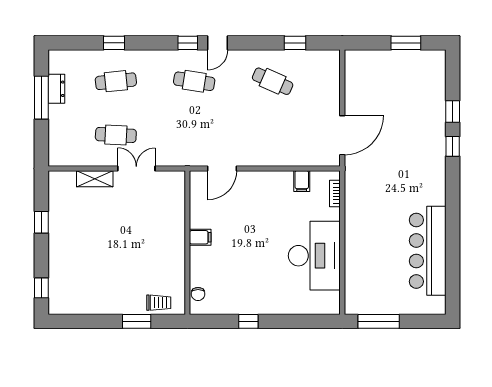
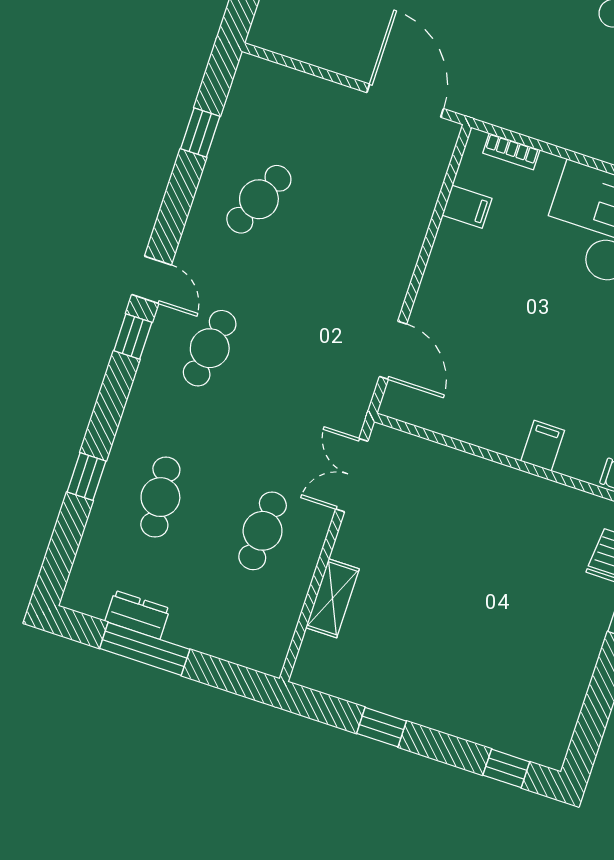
double door: (136, 169) -> (352, 475), moved
filing cabinet: (200, 237) -> (543, 446), moved

